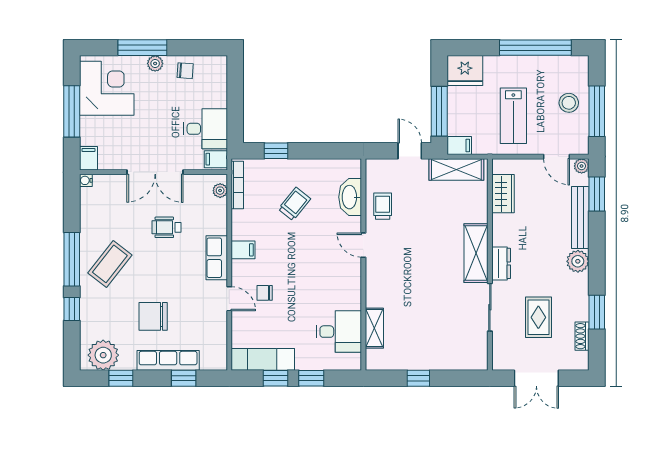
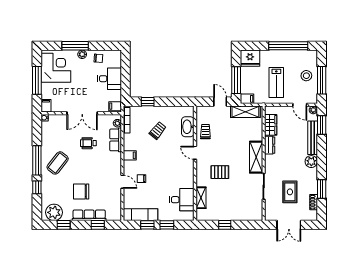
desk: (206, 129) -> (109, 79), moved
row of seats: (217, 258) -> (116, 140), moved
dresser: (501, 263) -> (270, 145), moved
pallet: (409, 281) -> (220, 172), added

